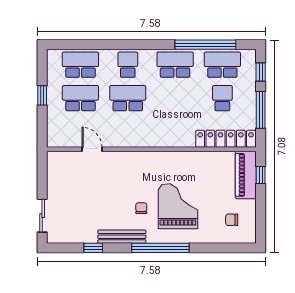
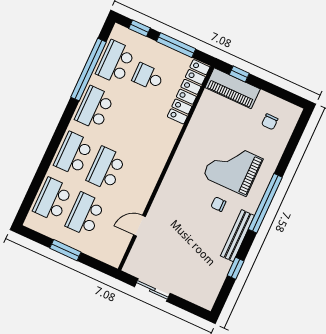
school desk: (128, 65) -> (74, 154), width x1.85
window: (42, 95) -> (65, 250), width x1.50
sliding door: (42, 216) -> (152, 290), moved

